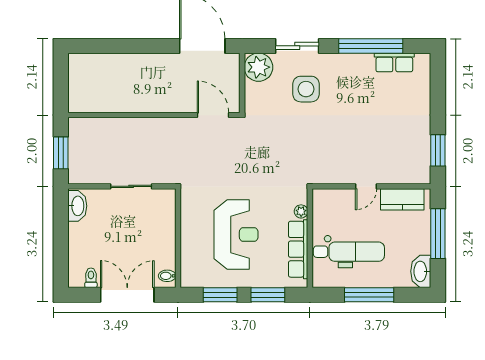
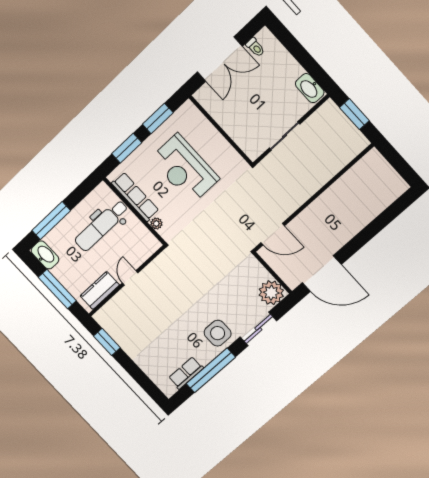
side table: (306, 89) -> (218, 333), moved
bidet: (167, 276) -> (205, 98), removed
window: (369, 295) -> (51, 221), moved

